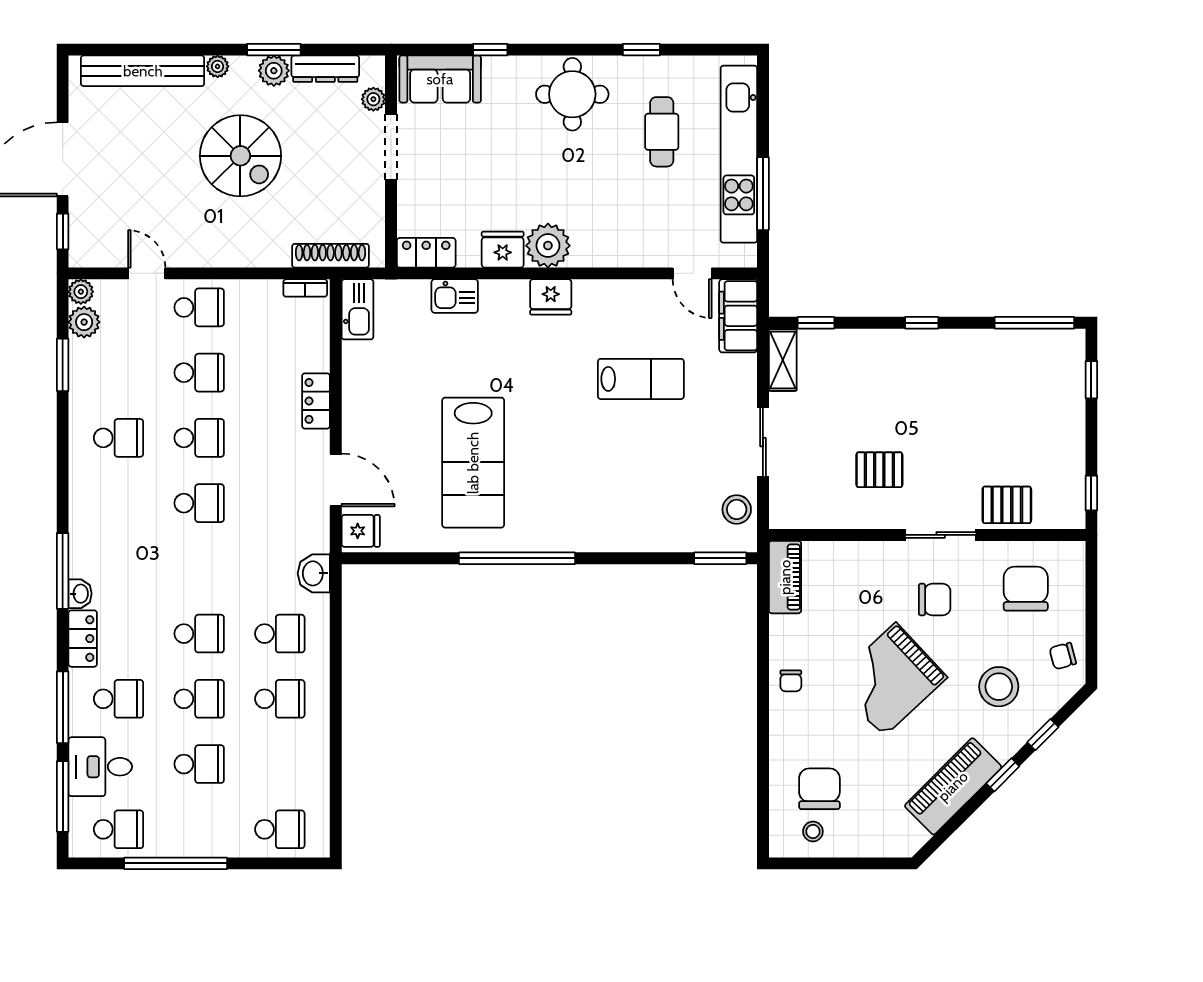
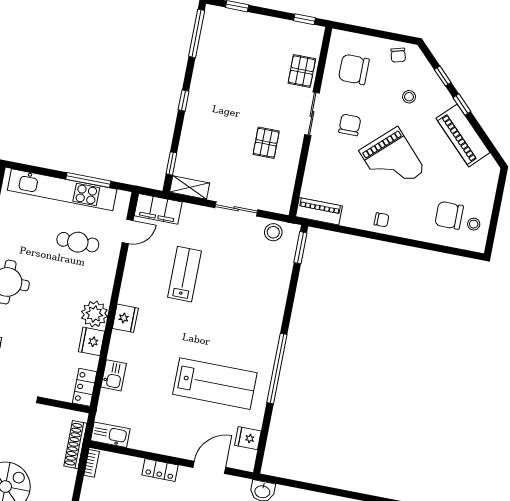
cafe table: (662, 132) -> (78, 242), moved
fridge: (361, 531) -> (248, 438), moved, turned -90
stool: (999, 687) -> (409, 97), width x0.53, depth x0.53

